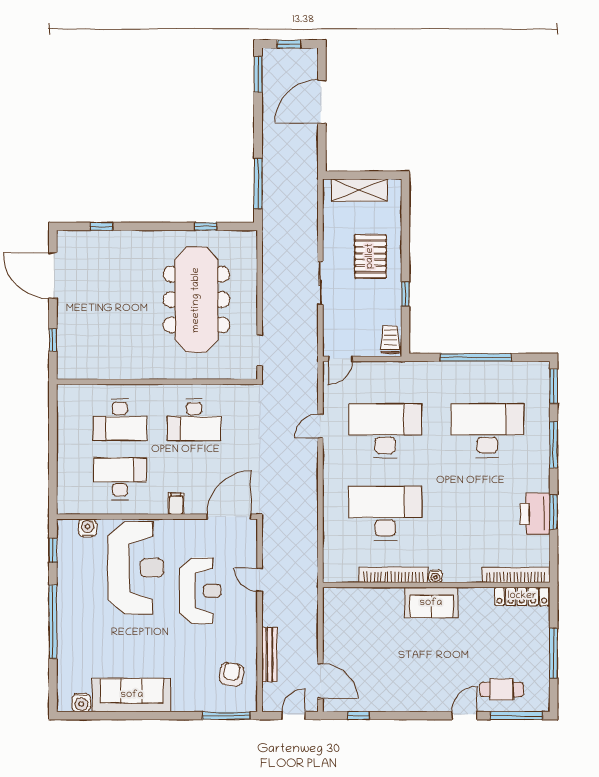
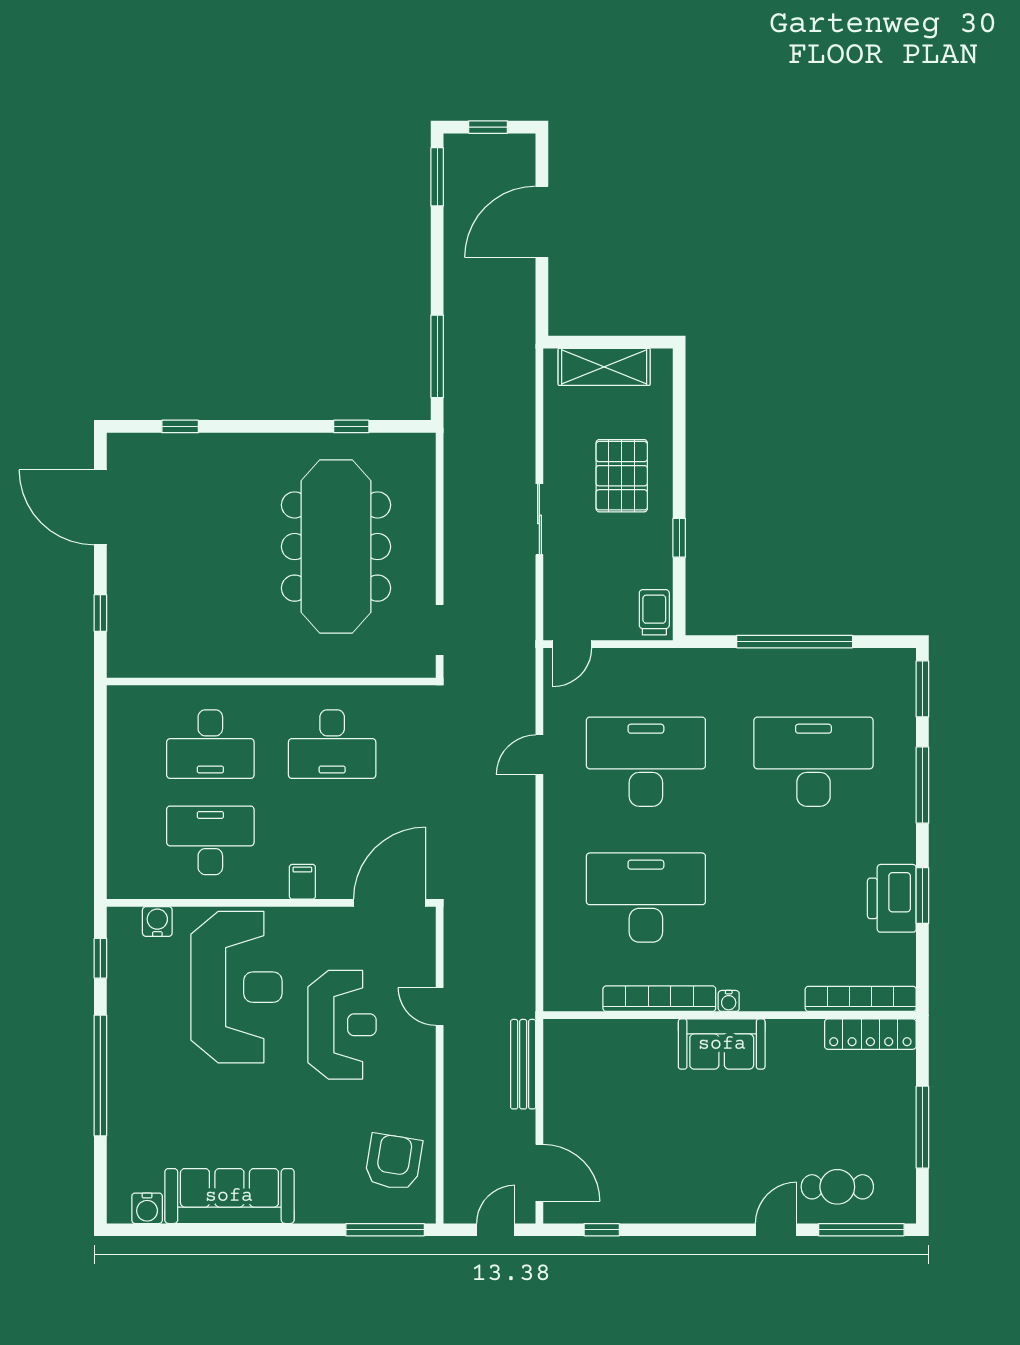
bench: (269, 655) -> (523, 1064), moved
armchair: (231, 674) -> (394, 1162), width x1.38, depth x1.38

